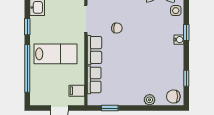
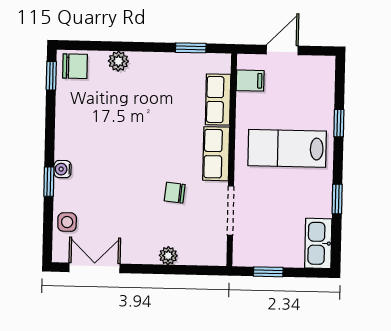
window: (27, 68) -> (339, 123), width x0.32
window: (186, 78) -> (51, 76), moved

